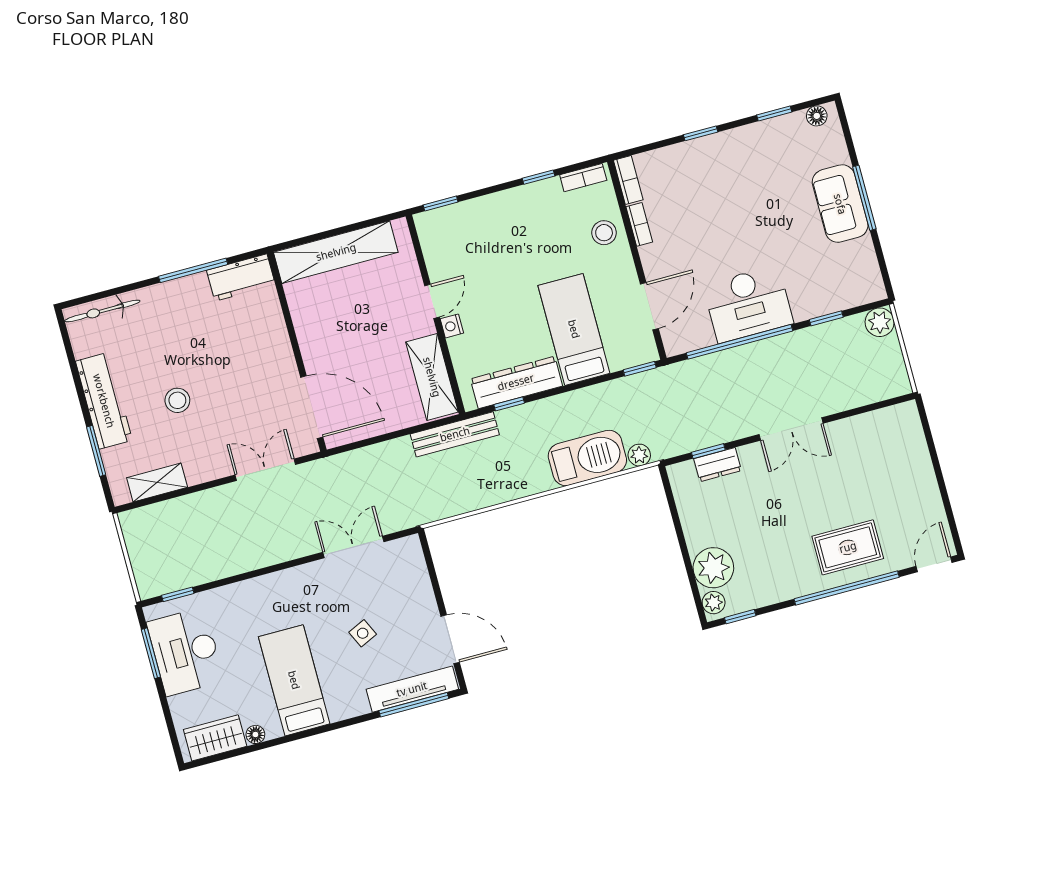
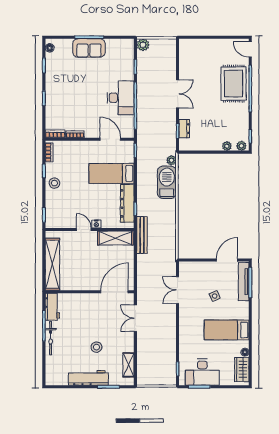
stool: (604, 233) -> (54, 183), moved
bicycle: (102, 311) -> (51, 338), moved
rug: (848, 547) -> (233, 84), width x1.36, depth x1.43
plant: (713, 568) -> (227, 146), width x0.53, depth x0.53

